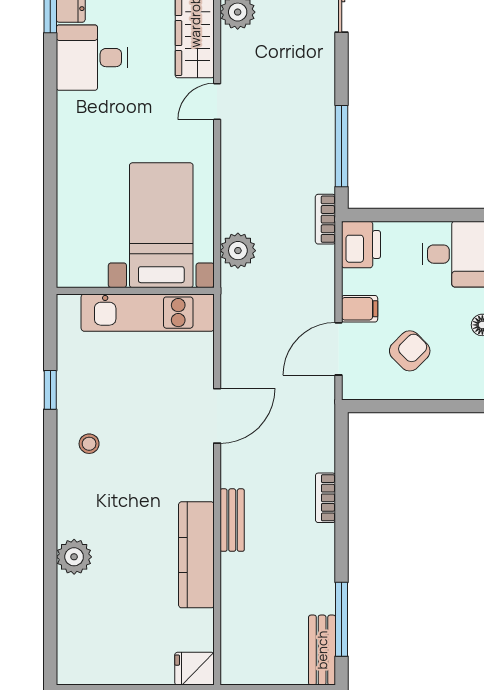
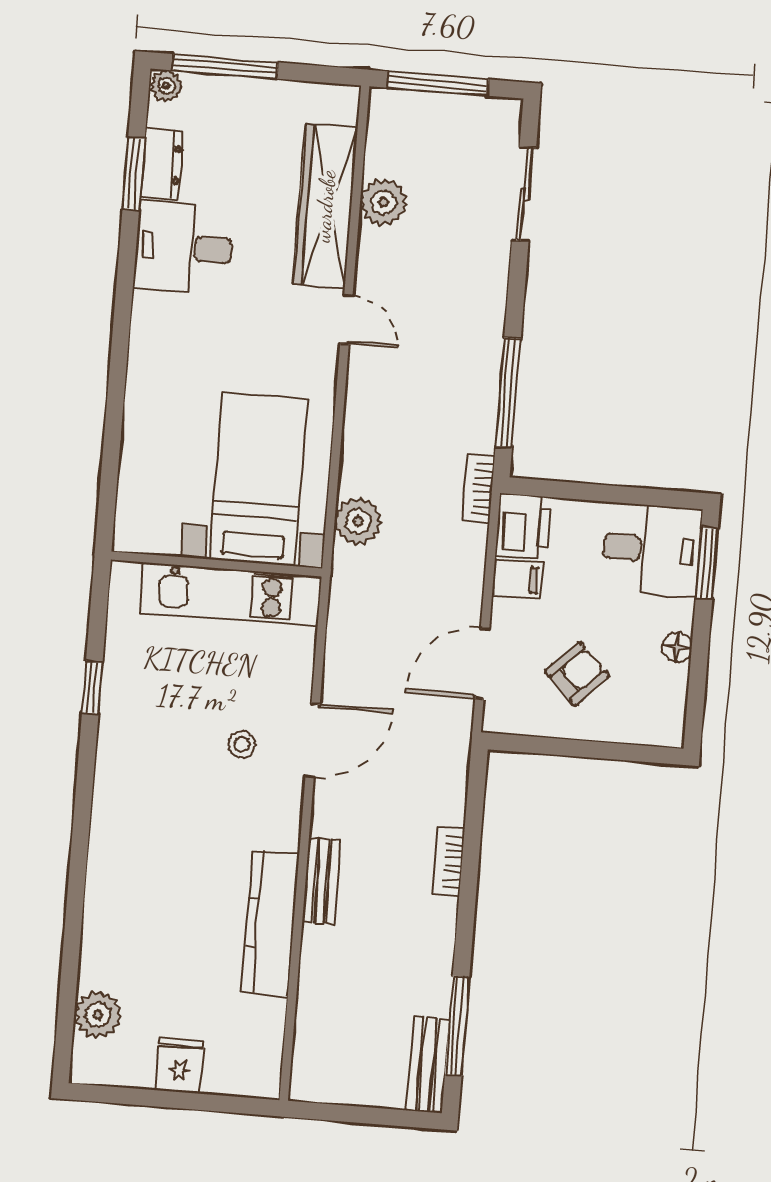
door: (217, 101) -> (346, 320), swing flipped
filing cabinet: (360, 309) -> (517, 579), moved
stool: (89, 444) -> (242, 744), moved
plant: (74, 557) -> (98, 1015), moved
fridge: (194, 669) -> (180, 1066), moved, turned 90

